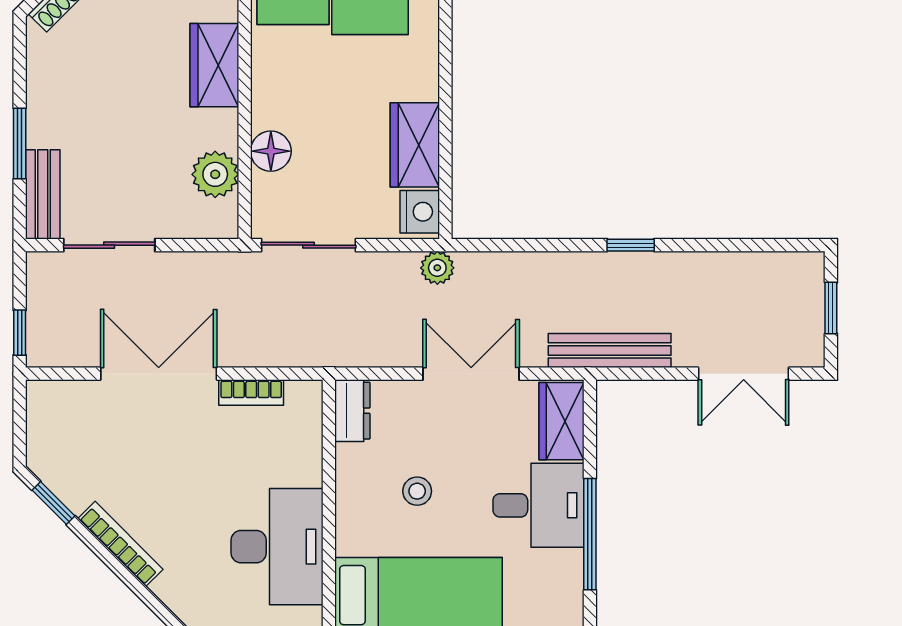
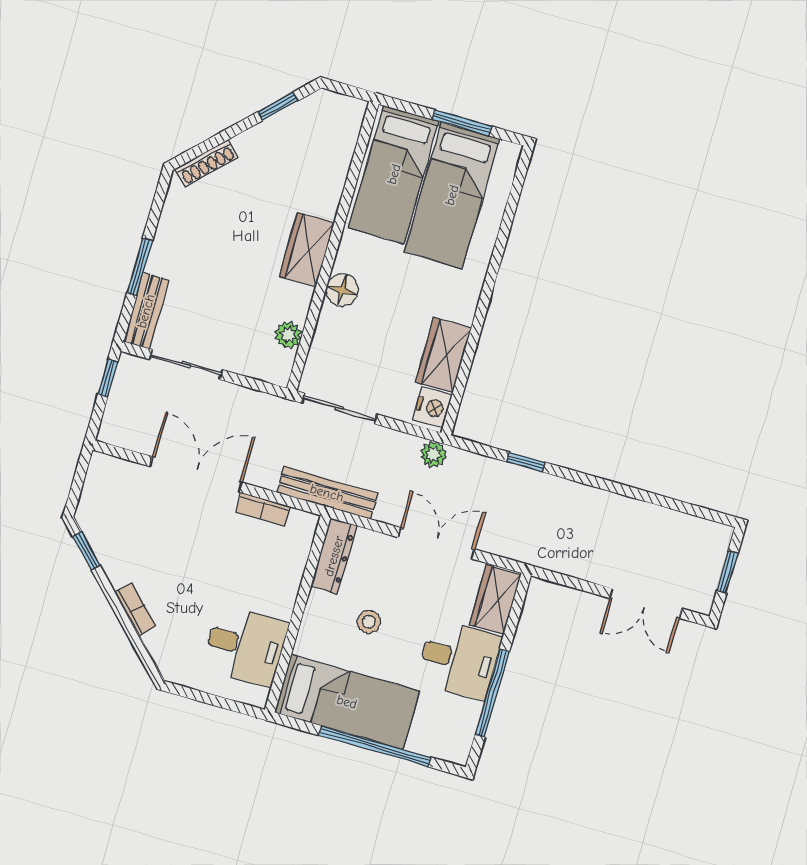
floor lamp: (271, 151) -> (342, 290), moved
plant: (215, 174) -> (288, 335), width x0.73, depth x0.73
window: (631, 245) -> (526, 462), moved
window: (20, 333) -> (108, 378), moved
bench: (610, 350) -> (327, 493), moved
dresser: (352, 411) -> (334, 556), width x1.44
bookcase: (120, 544) -> (136, 609), width x0.64
desk: (277, 547) -> (245, 646), width x0.73

